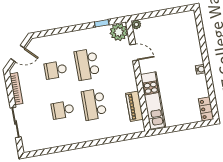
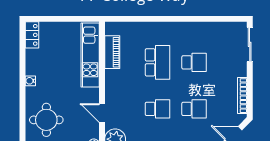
round table: (181, 38) -> (46, 120), added
school desk: (87, 64) -> (158, 109), width x0.54
sliding door: (16, 122) -> (250, 44), moved

